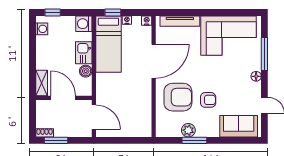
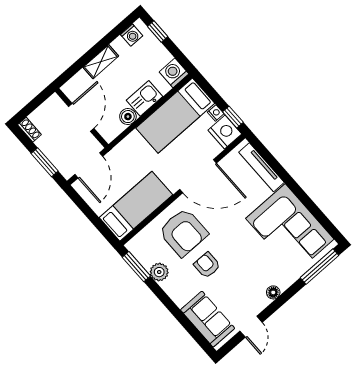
window: (113, 12) -> (233, 117), moved
nightstand: (147, 21) -> (225, 132), width x1.89, depth x1.79
window: (264, 54) -> (320, 267), moved
shelving: (42, 83) -> (101, 62), moved
armchair: (208, 100) -> (207, 265), turned 180
bed: (140, 111) -> (136, 206), added
window: (56, 140) -> (45, 162), moved
window: (194, 140) -> (136, 267), moved

